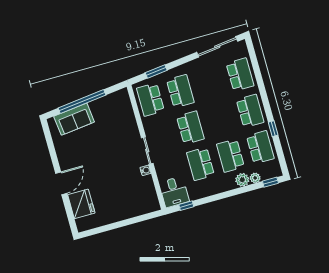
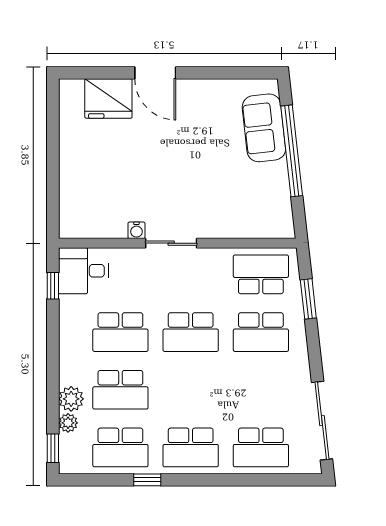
school desk: (230, 156) -> (120, 390), turned 180
school desk: (201, 164) -> (120, 332), turned 180

